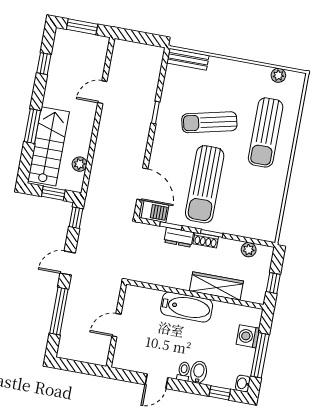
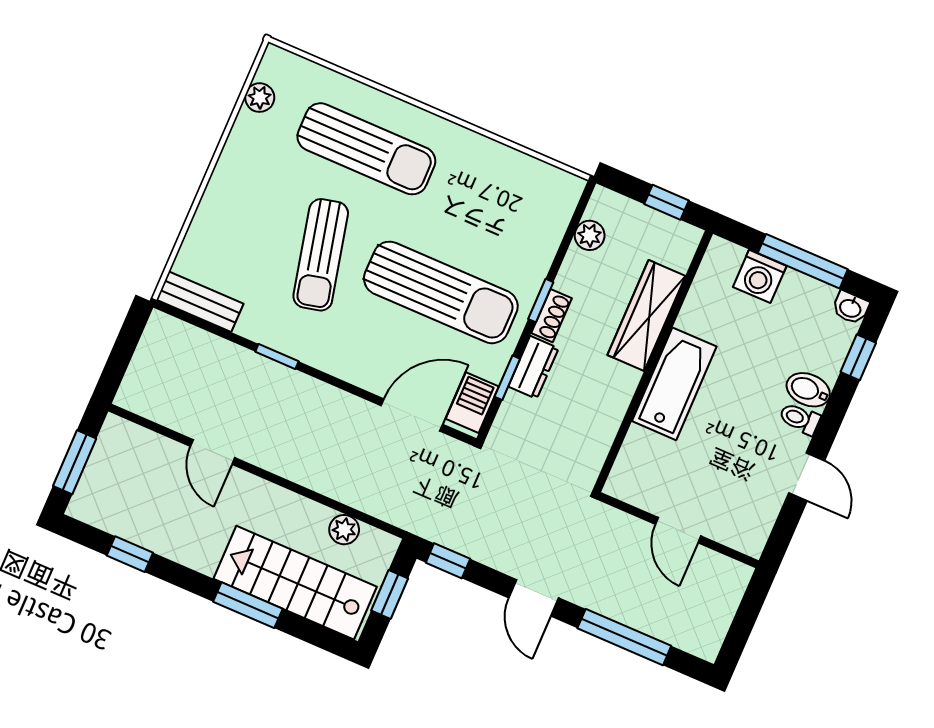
bench: (188, 59) -> (200, 302), moved, turned 90

